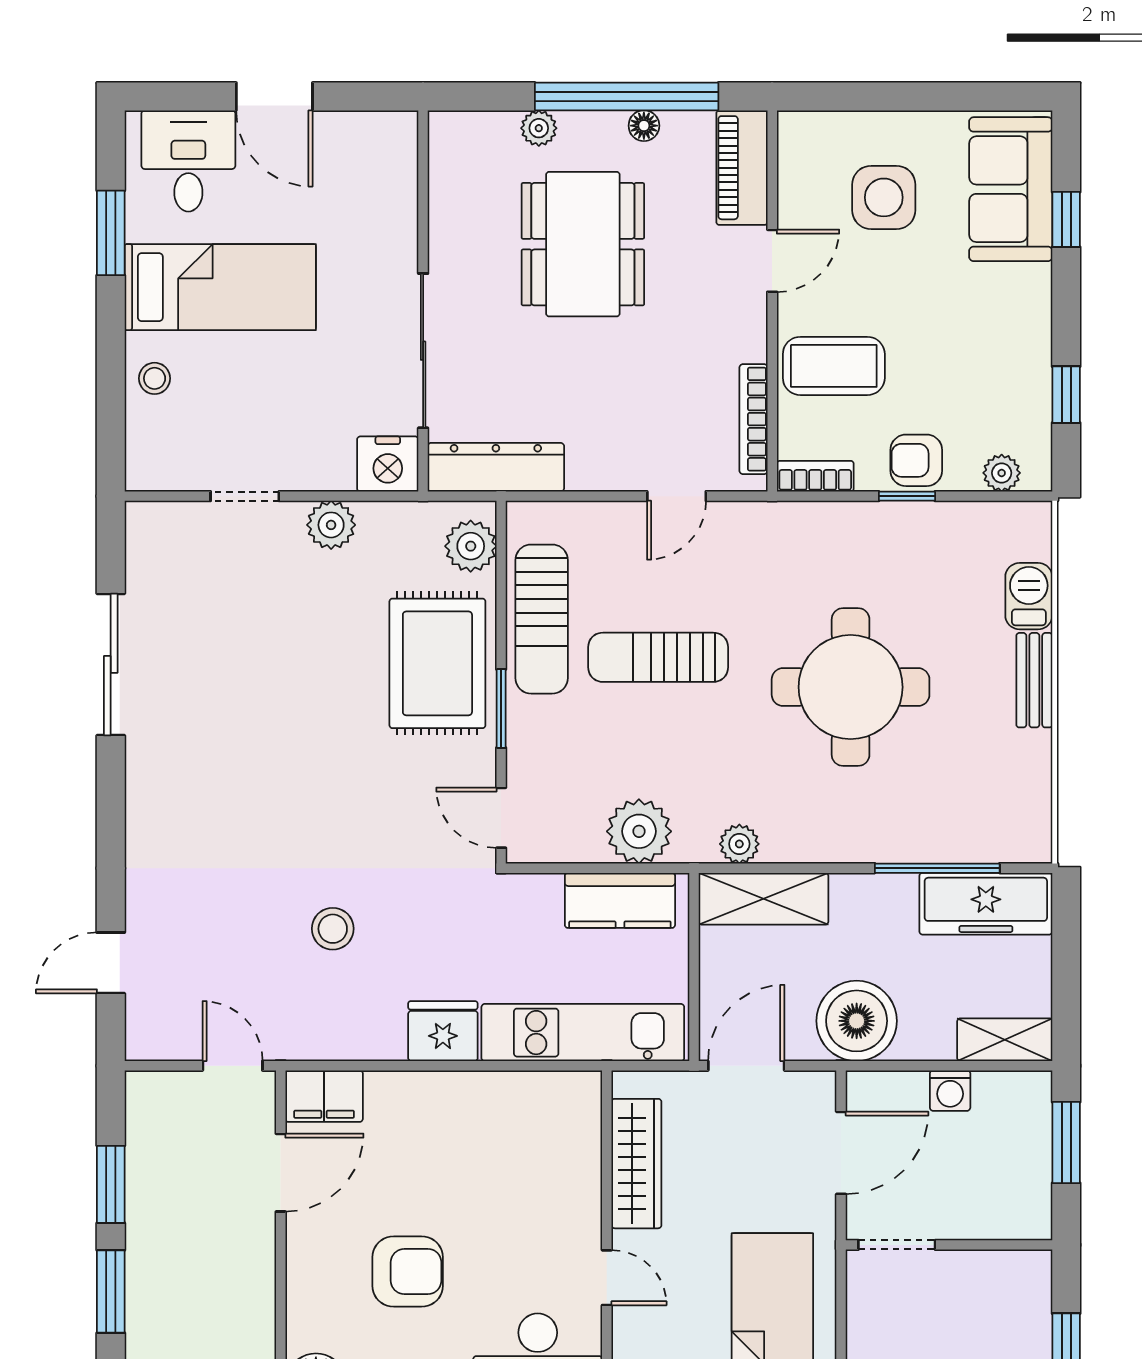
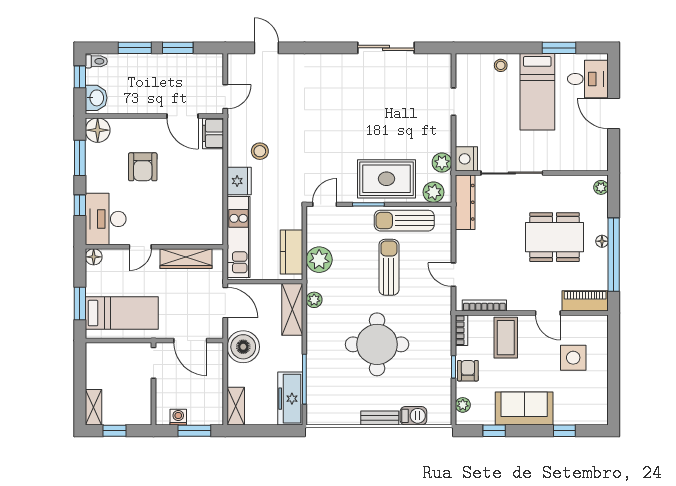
door: (274, 97) -> (614, 113), hinge flipped
floor lamp: (644, 126) -> (602, 241), moved
plant: (539, 128) -> (601, 187), moved
sofa: (1011, 189) -> (524, 409), moved
plant: (331, 525) -> (442, 163), moved
stool: (333, 929) -> (260, 151), moved
washing machine: (950, 1091) -> (178, 417), moved, turned 90

